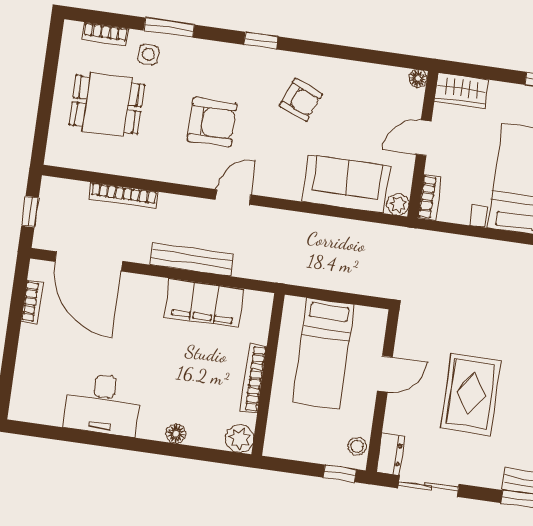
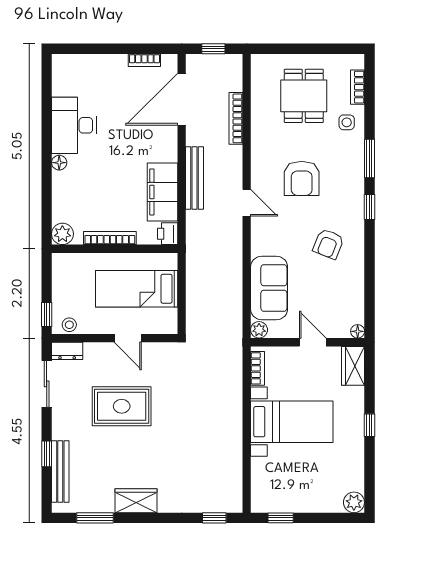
window: (169, 28) -> (369, 159), moved
bookcase: (429, 197) -> (257, 368), moved, turned -90
printer: (258, 304) -> (168, 234), added
floor lamp: (176, 434) -> (59, 163), moved

